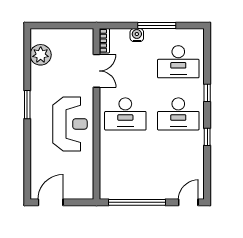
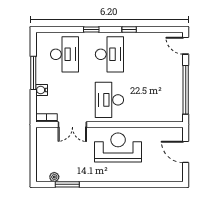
plant: (41, 55) -> (54, 177), width x0.53, depth x0.53
double door: (97, 71) -> (72, 125), swing flipped
window: (27, 105) -> (67, 184), moved
desk: (125, 114) -> (109, 100), turned 180
door: (51, 202) -> (186, 152), moved

